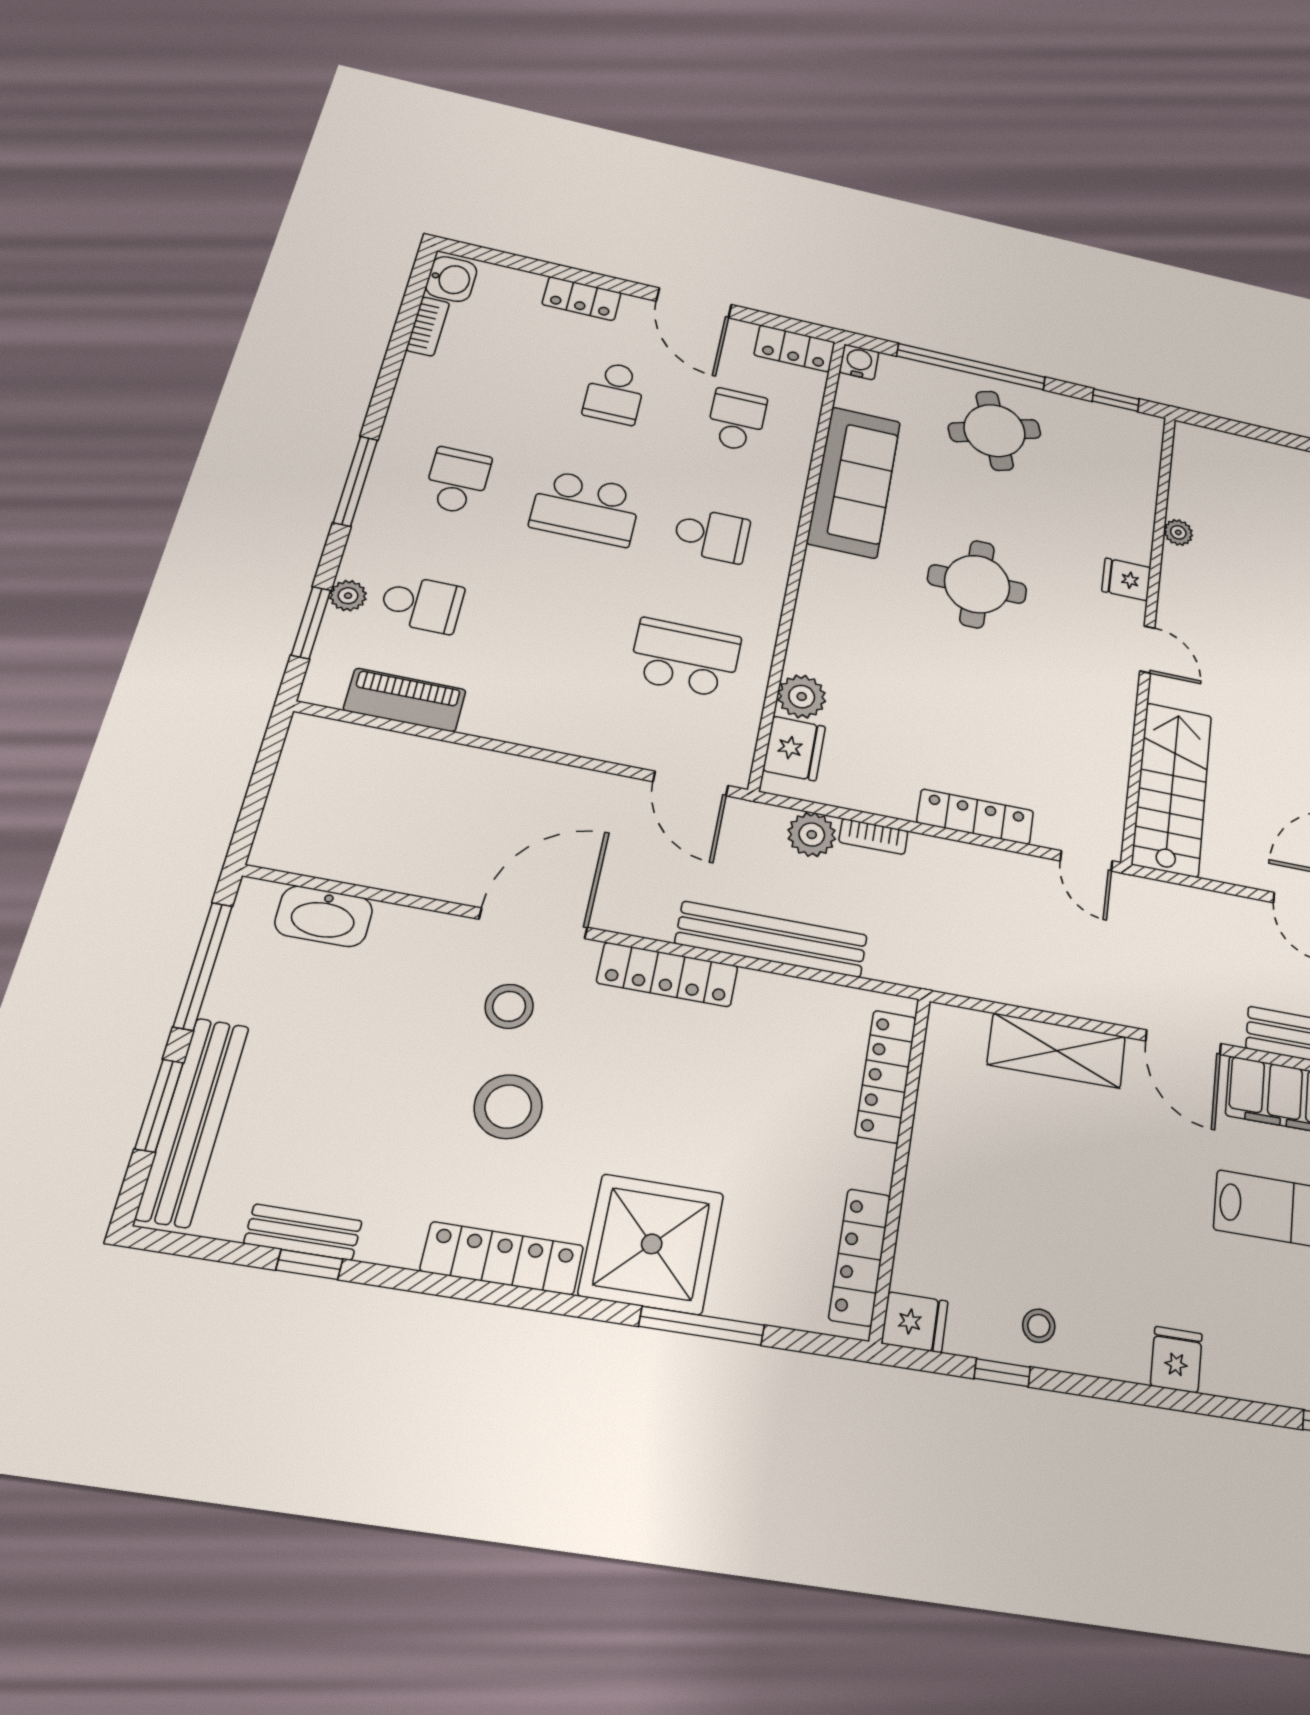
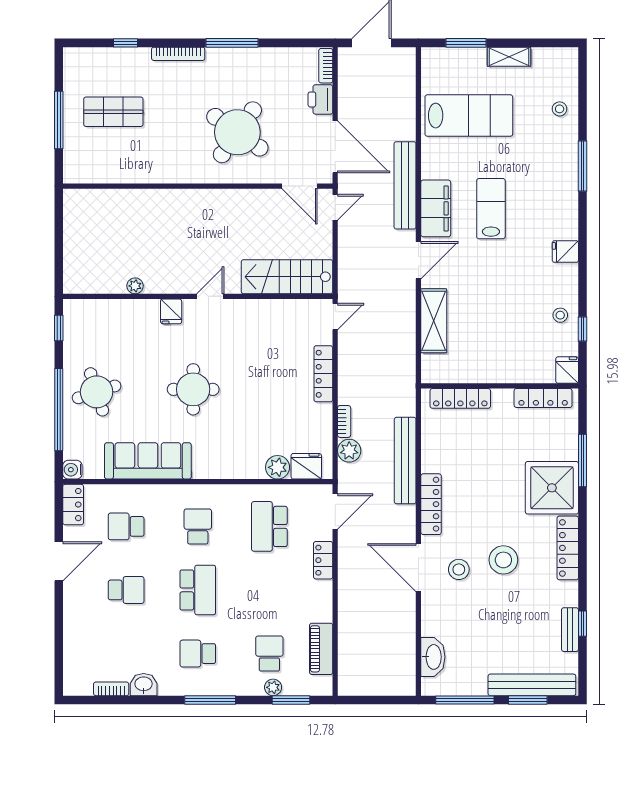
washbasin: (451, 279) -> (144, 685), moved
locker: (582, 299) -> (323, 560), moved, turned 180

